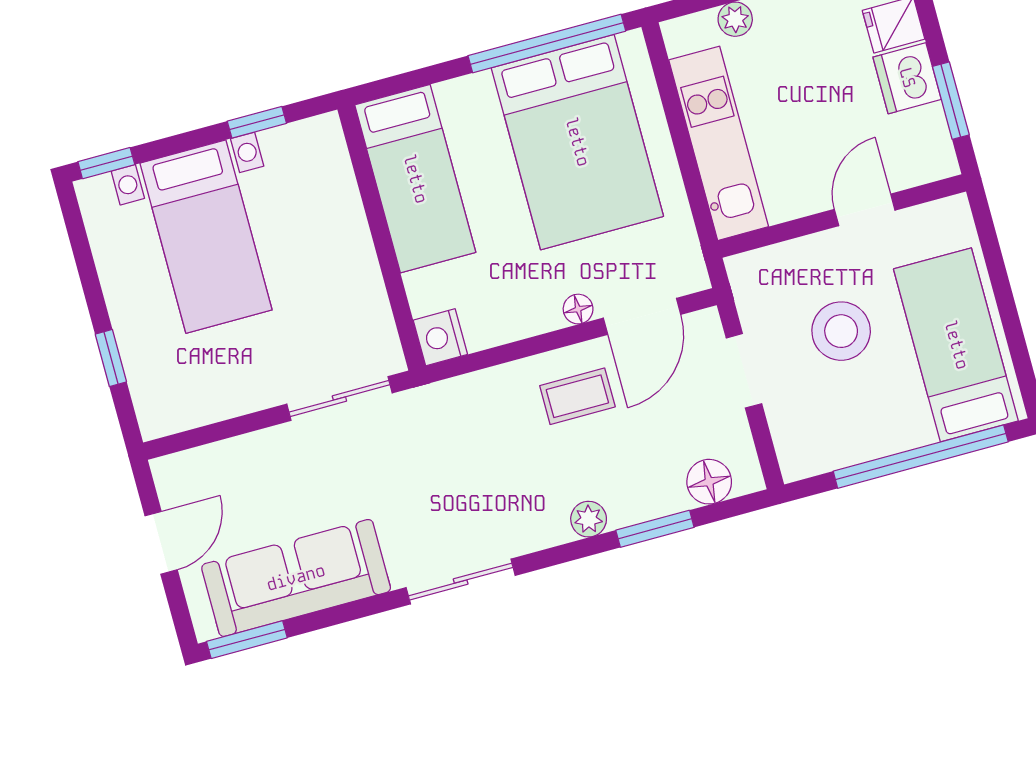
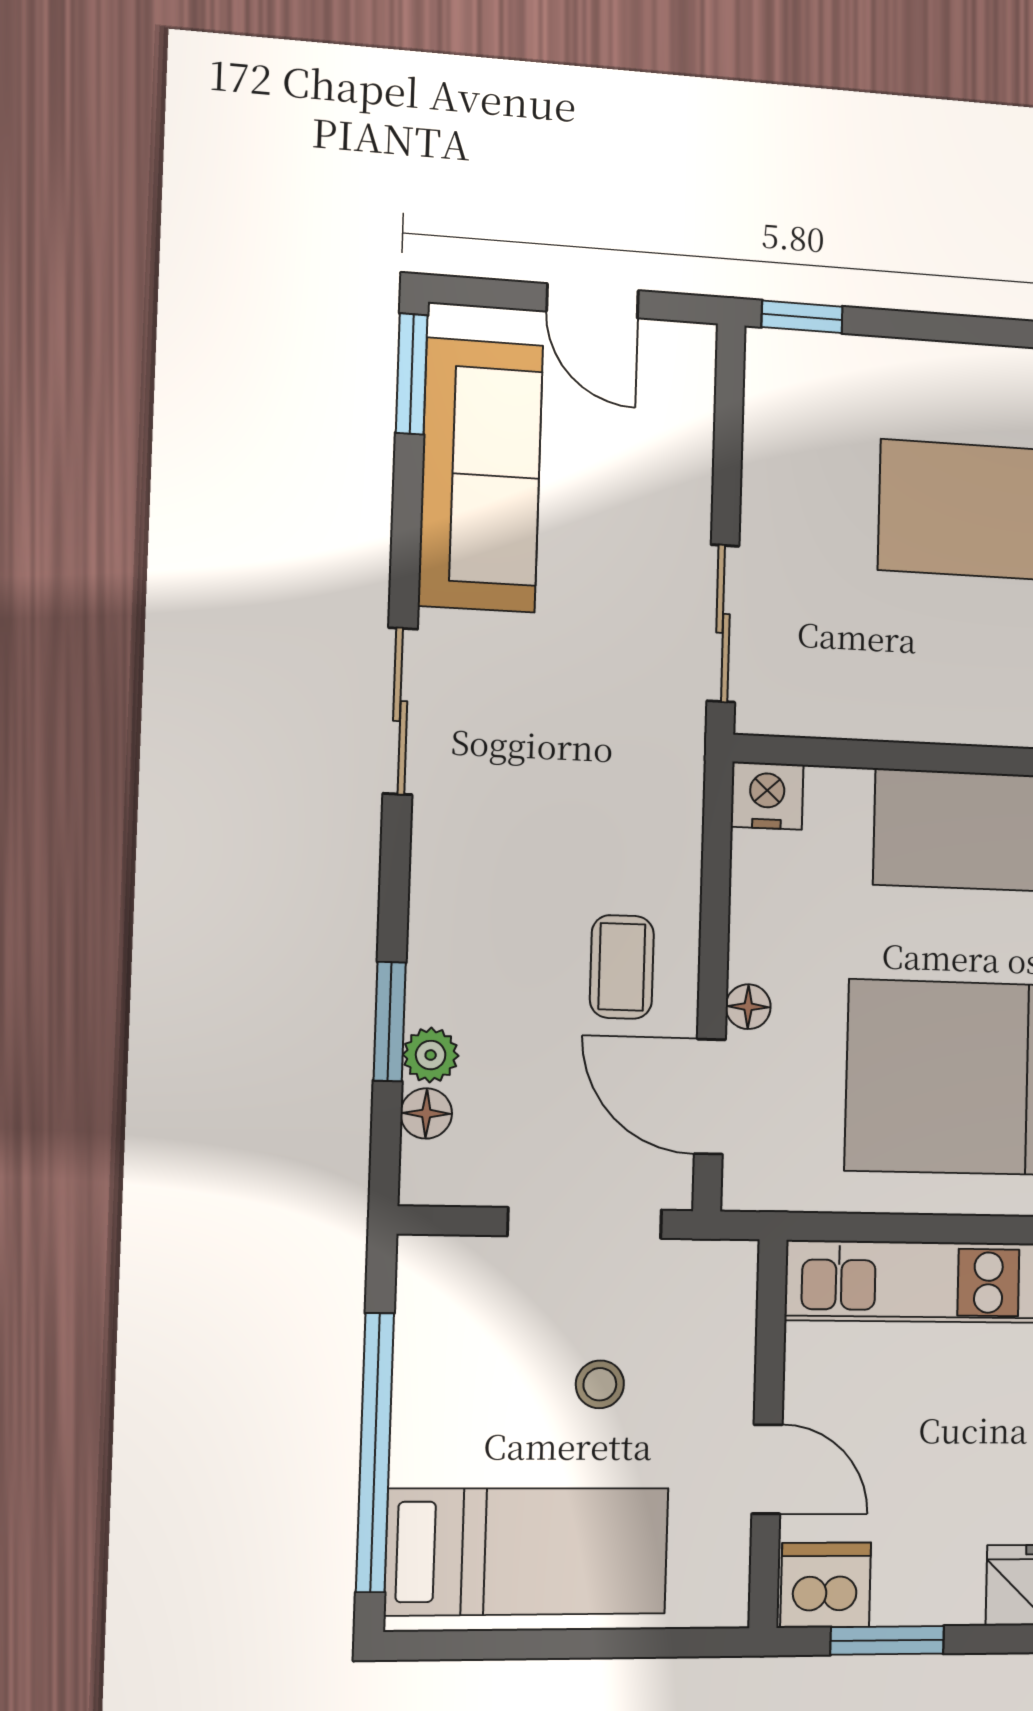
dishwasher: (907, 78) -> (826, 1585), moved
stool: (841, 331) -> (600, 1384), width x0.53, depth x0.53
window: (111, 358) -> (802, 317), moved
doorway: (744, 371) -> (585, 1223), width x1.38
floor lamp: (709, 482) -> (426, 1113), width x0.73, depth x0.73
plant: (589, 519) -> (431, 1055), moved

